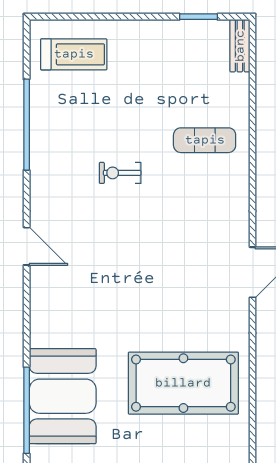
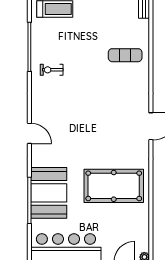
exercise bike: (120, 173) -> (52, 70), moved
door: (27, 246) -> (29, 133), moved

